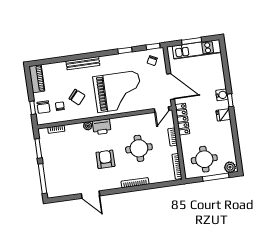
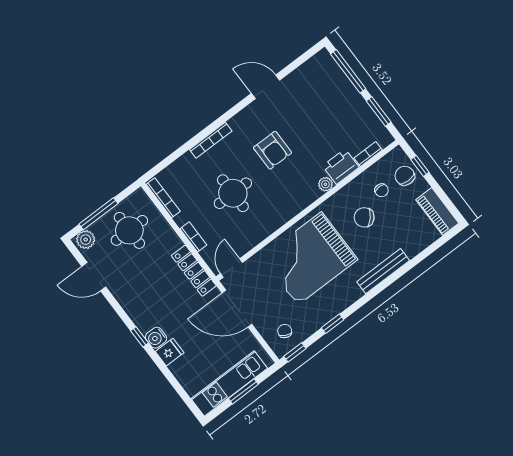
fridge: (223, 115) -> (170, 352), moved
printer: (102, 127) -> (341, 167), moved
door: (237, 145) -> (94, 277), added

